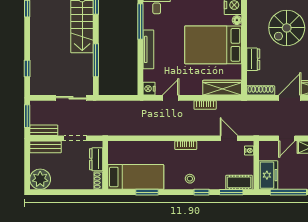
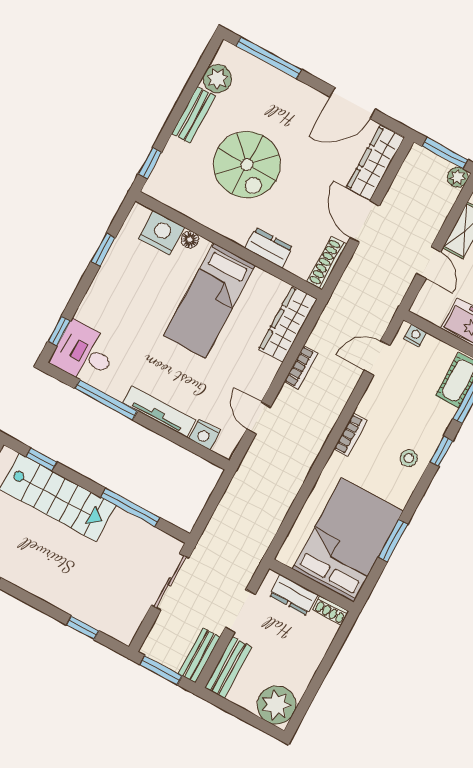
bed: (213, 45) -> (209, 301), width x0.67
nightstand: (149, 89) -> (204, 434), moved
bed: (136, 177) -> (348, 540), width x1.50

